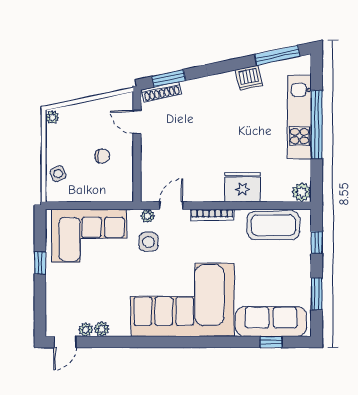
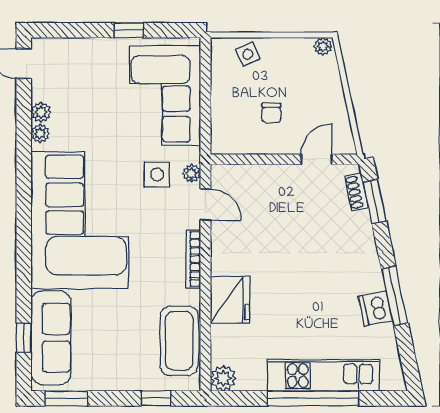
window: (277, 55) -> (395, 296), moved
shoe rack: (162, 92) -> (357, 192), width x0.70
window: (317, 294) -> (66, 398), moved
plant: (86, 330) -> (40, 133), moved

